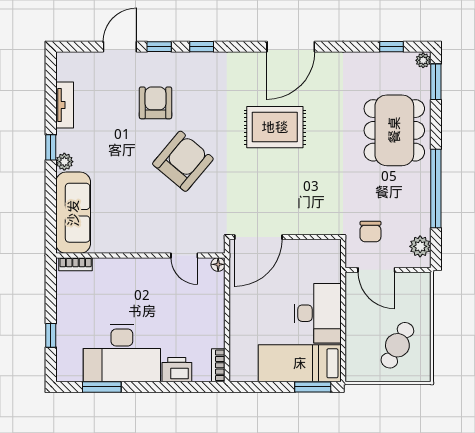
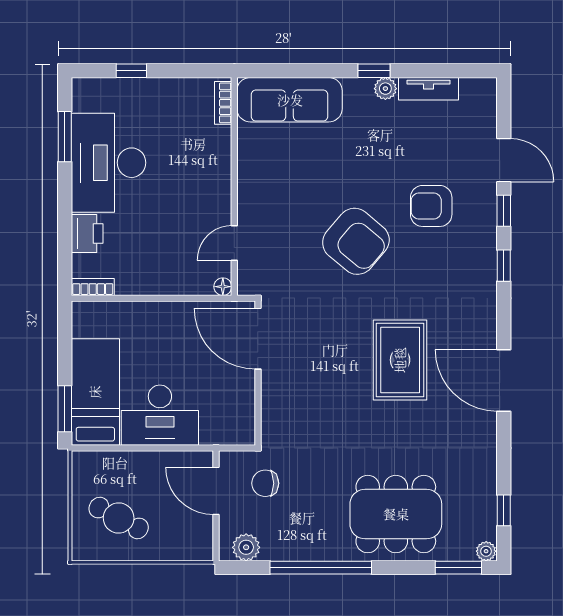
armchair: (156, 103) -> (431, 206), turned 180
plant: (64, 162) -> (385, 89), moved
door: (376, 270) -> (216, 491), hinge flipped

